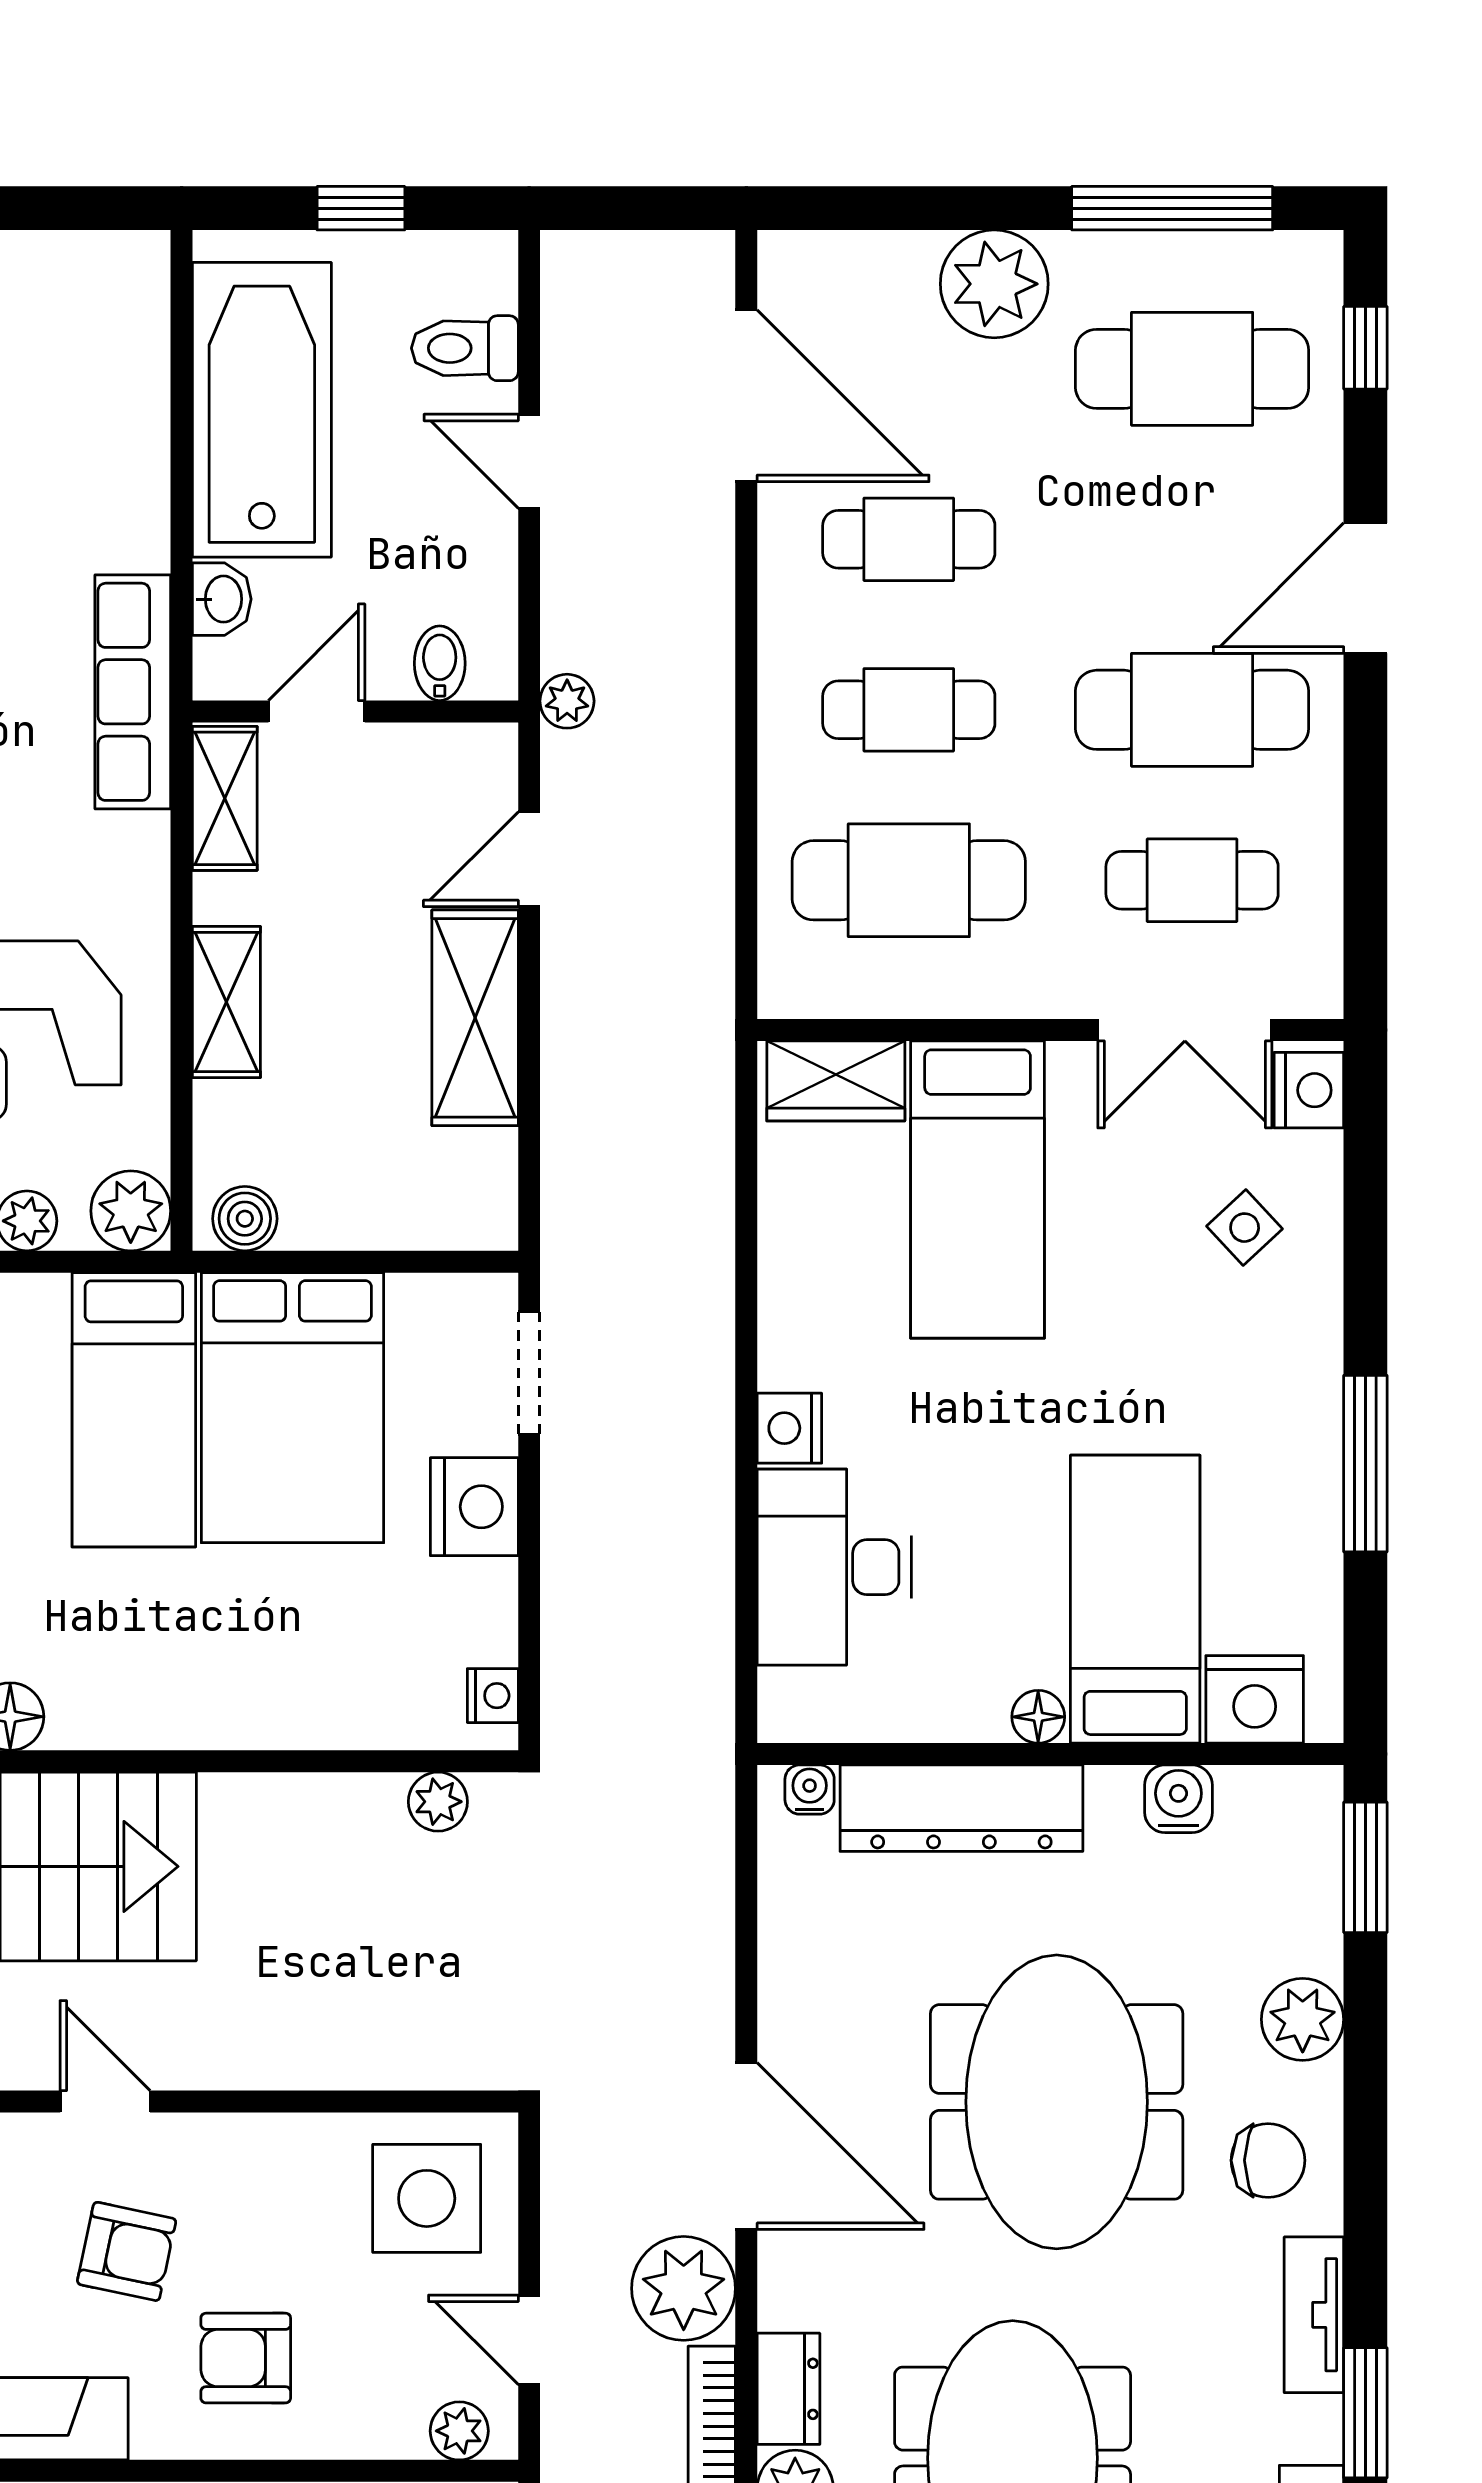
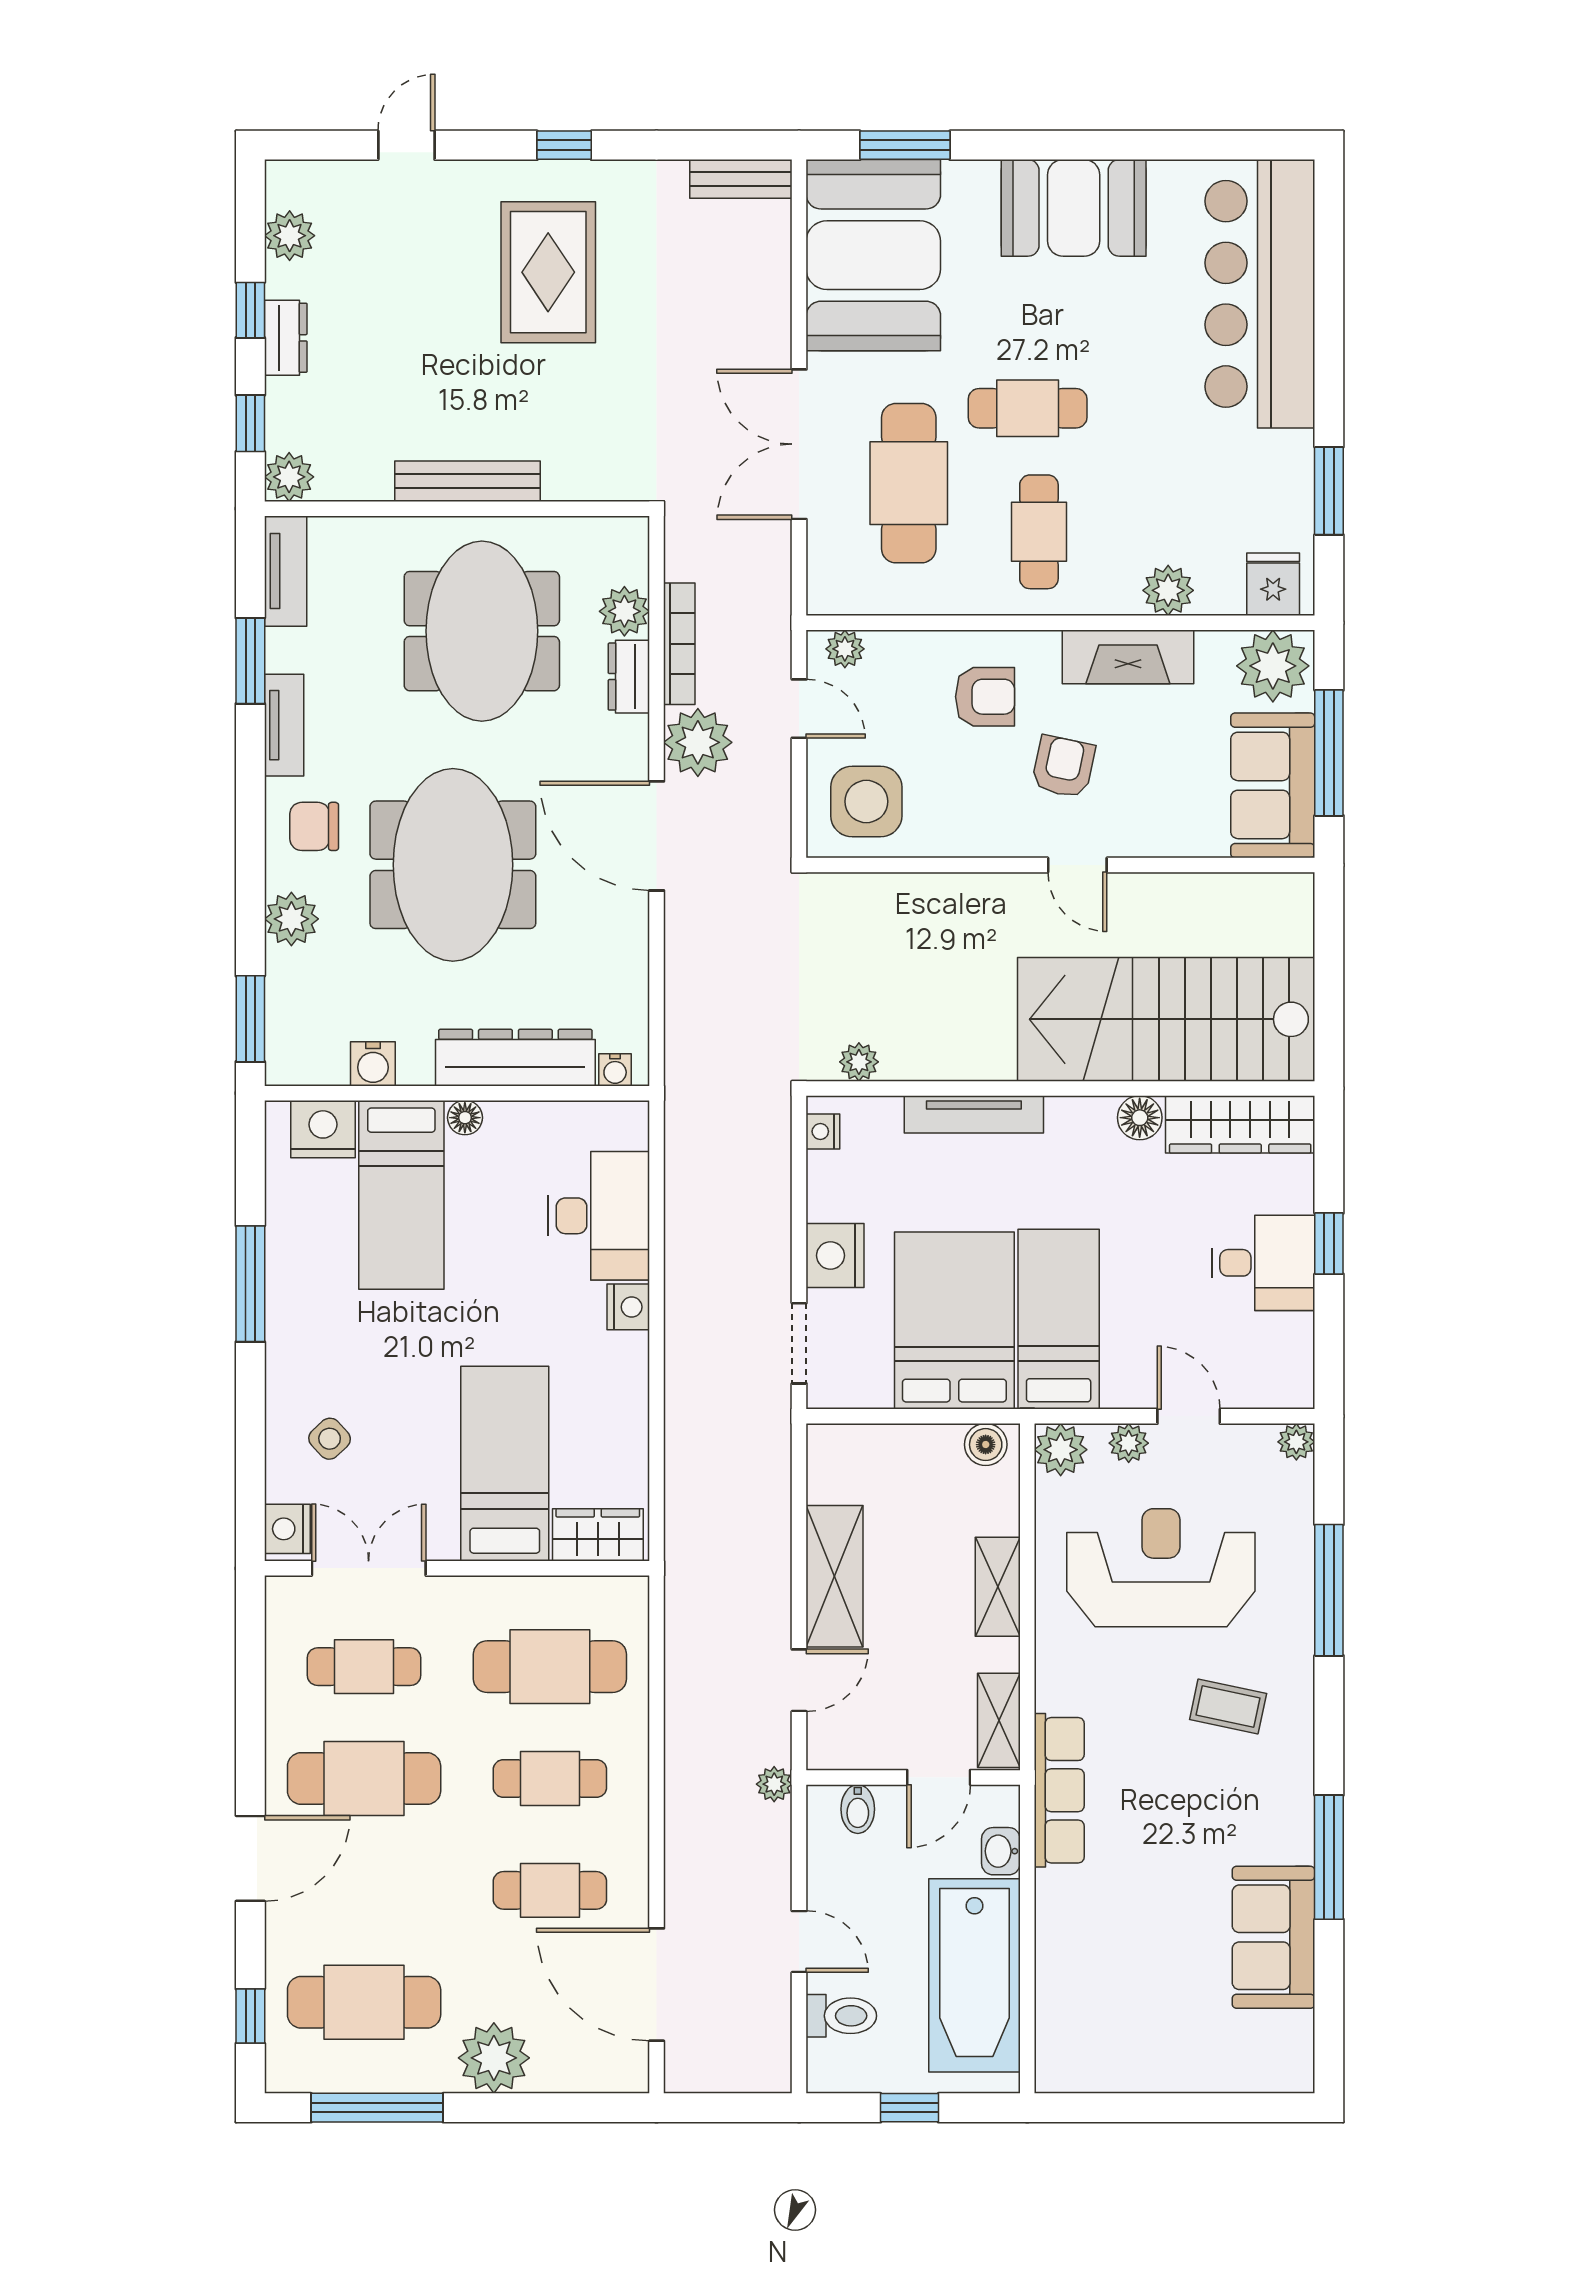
tv unit: (263, 1722) -> (974, 1114), added
armchair: (127, 2251) -> (1063, 767), turned 90

